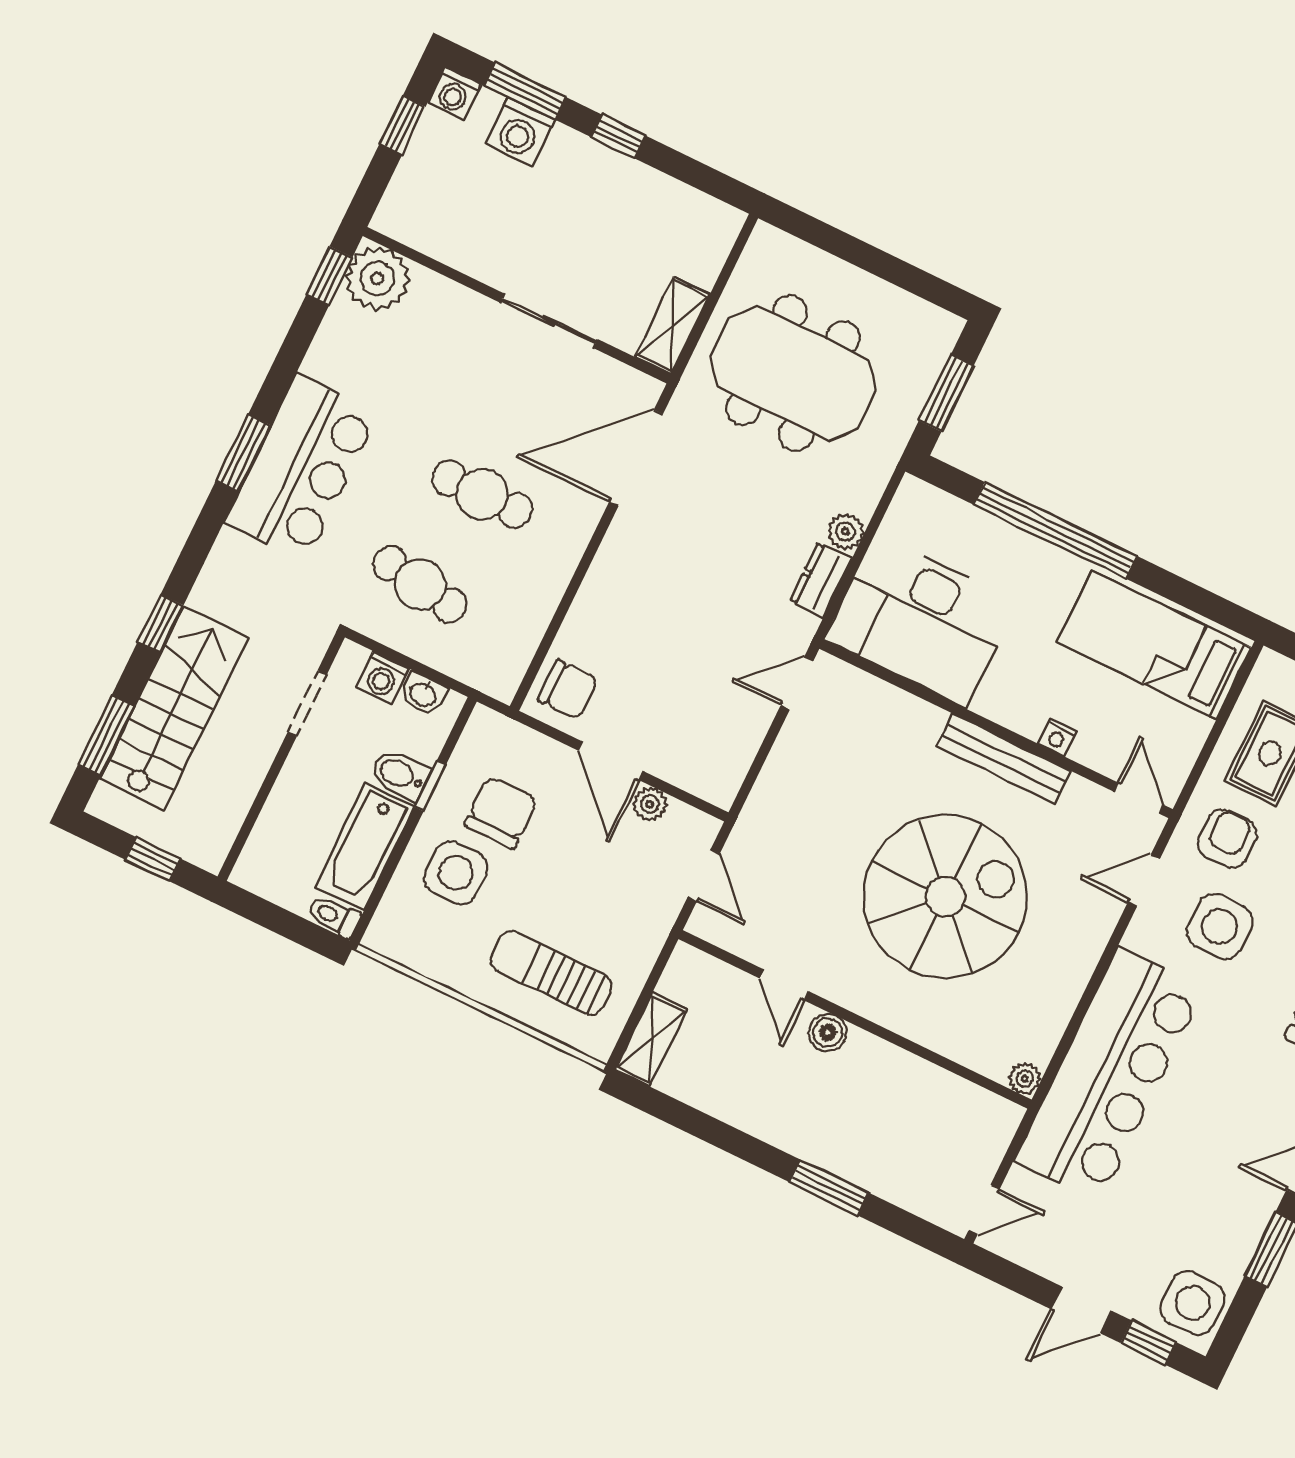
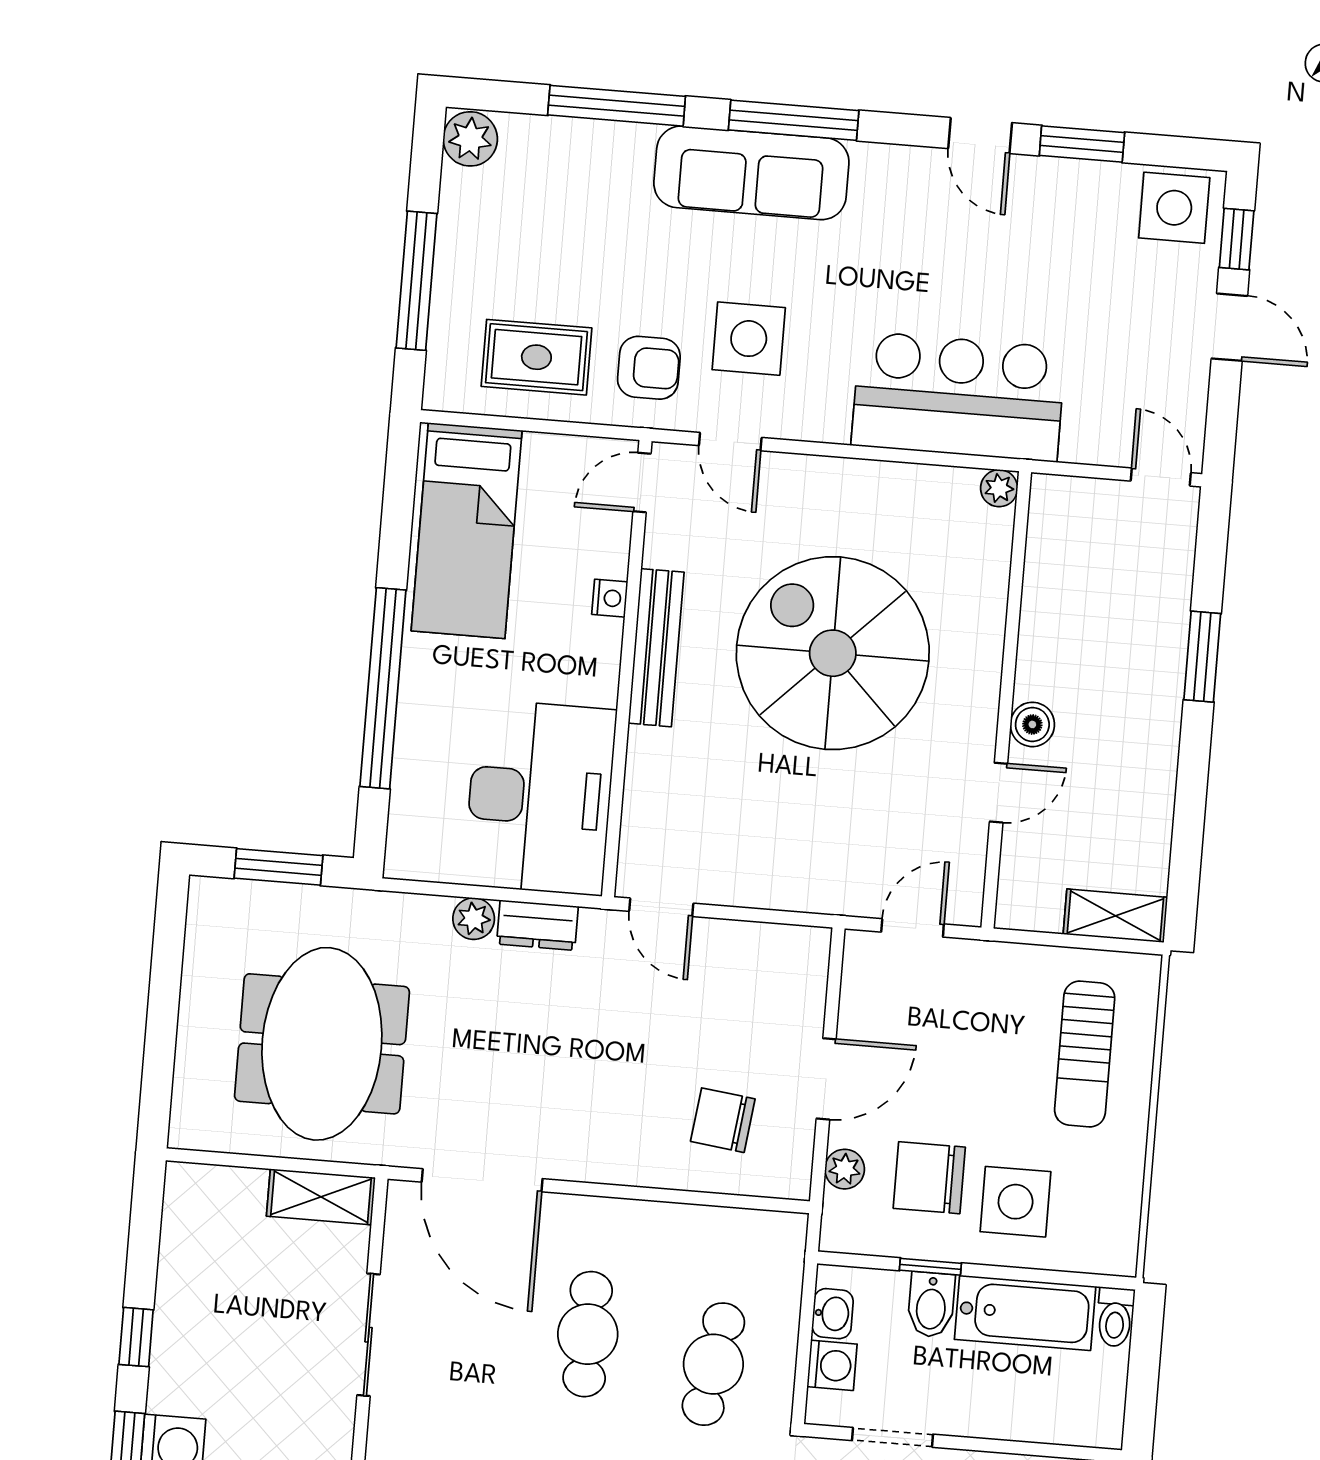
chair: (568, 690) -> (723, 1120), moved, turned -83
plant: (650, 804) -> (845, 1169), moved
armchair: (1227, 839) -> (649, 368), turned 180
bar counter: (1109, 1075) -> (958, 397), width x0.73

